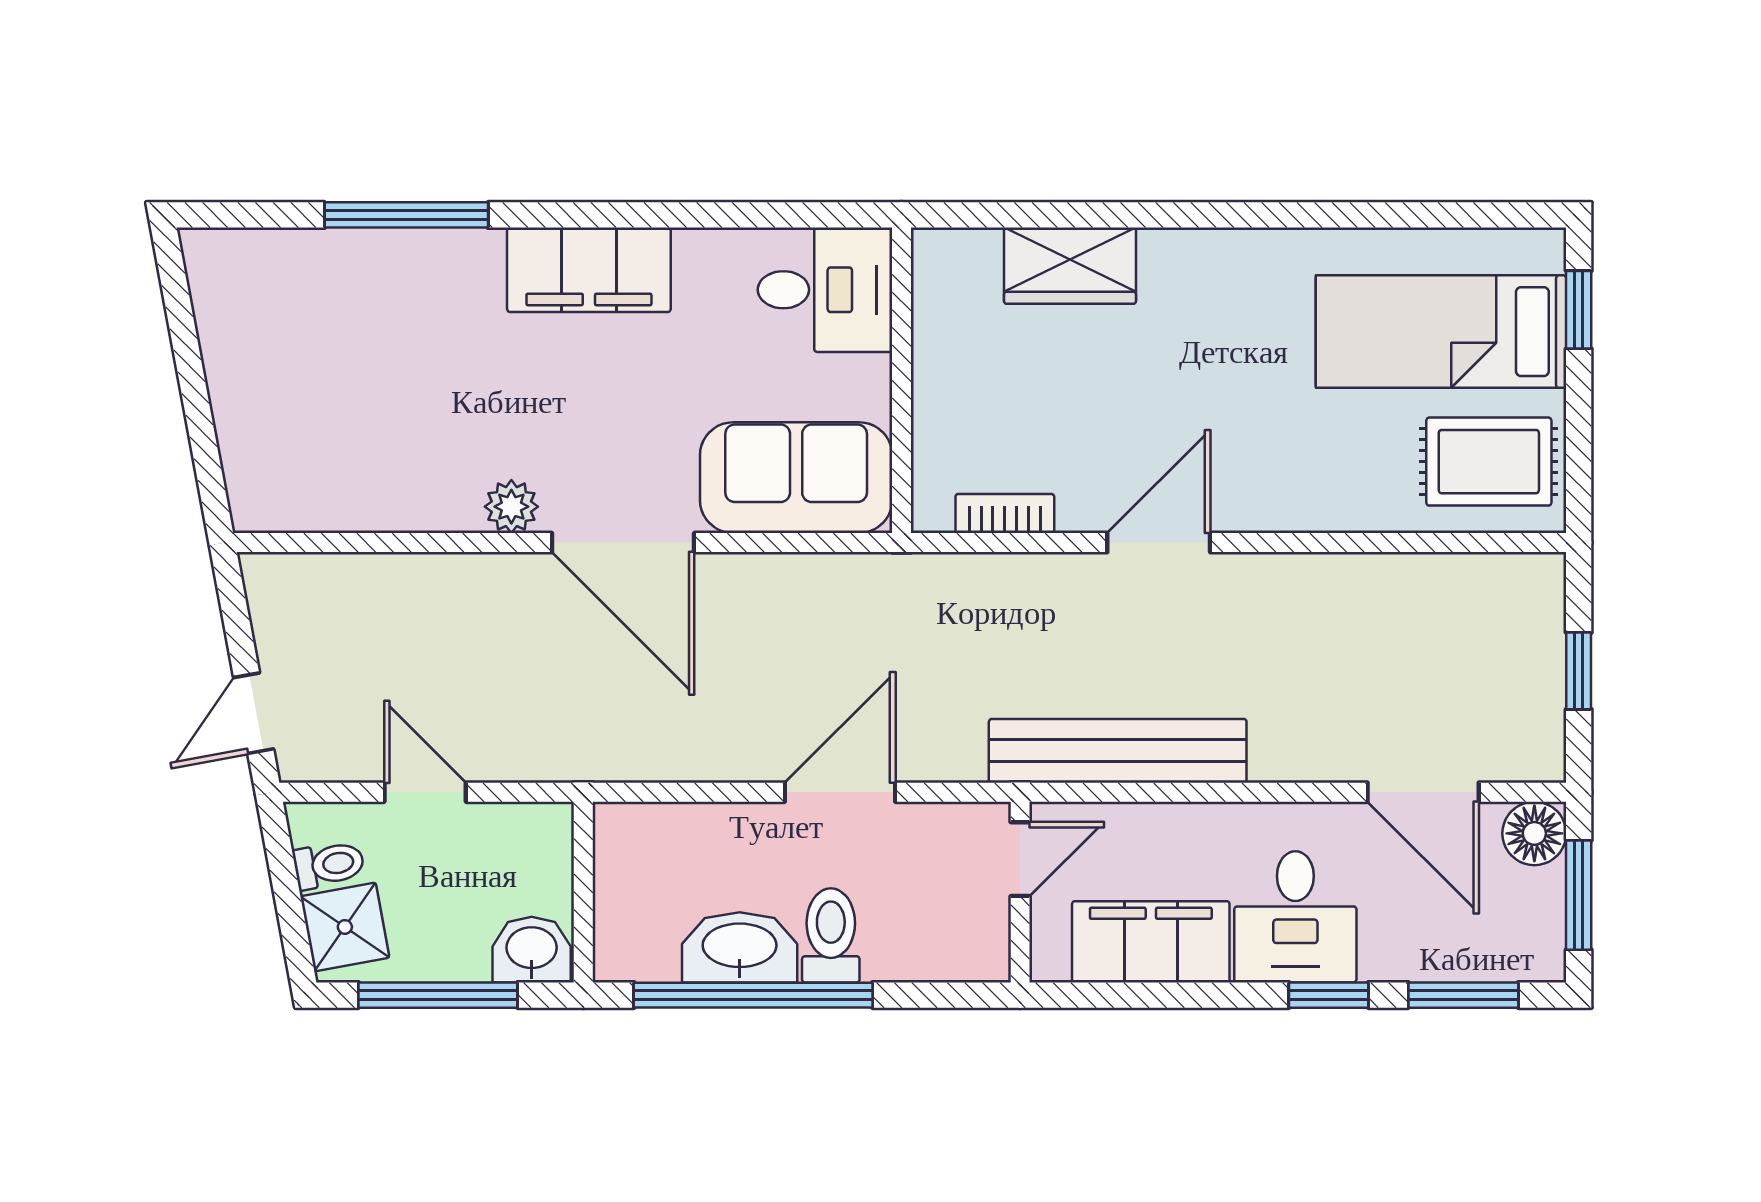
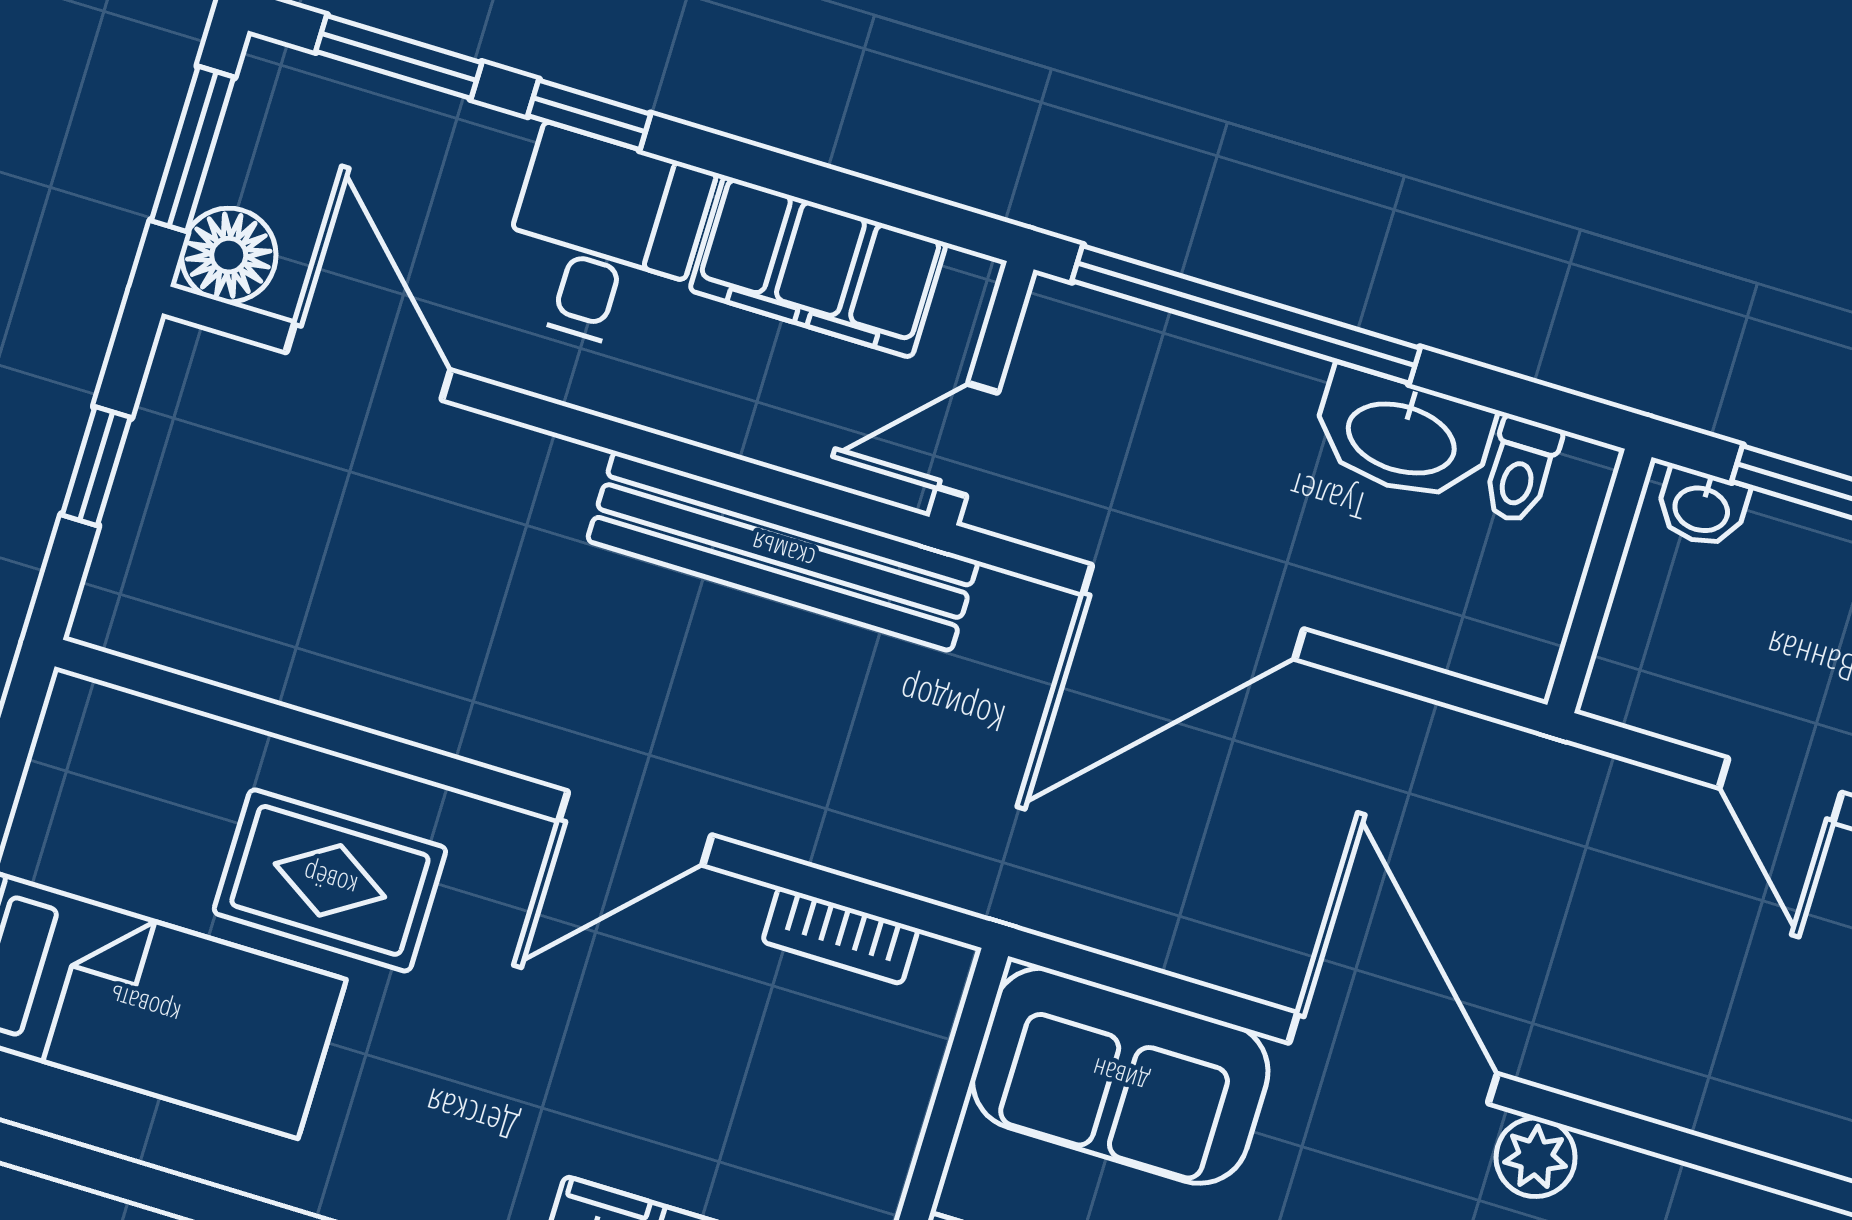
rug: (1489, 462) -> (330, 880), moved
door: (840, 792) -> (1193, 612), width x1.36
toilet: (831, 935) -> (1521, 470), moved, width x0.73, depth x0.72
washbasin: (532, 950) -> (1702, 507), width x0.72, depth x0.69
window: (753, 995) -> (1246, 314), moved

